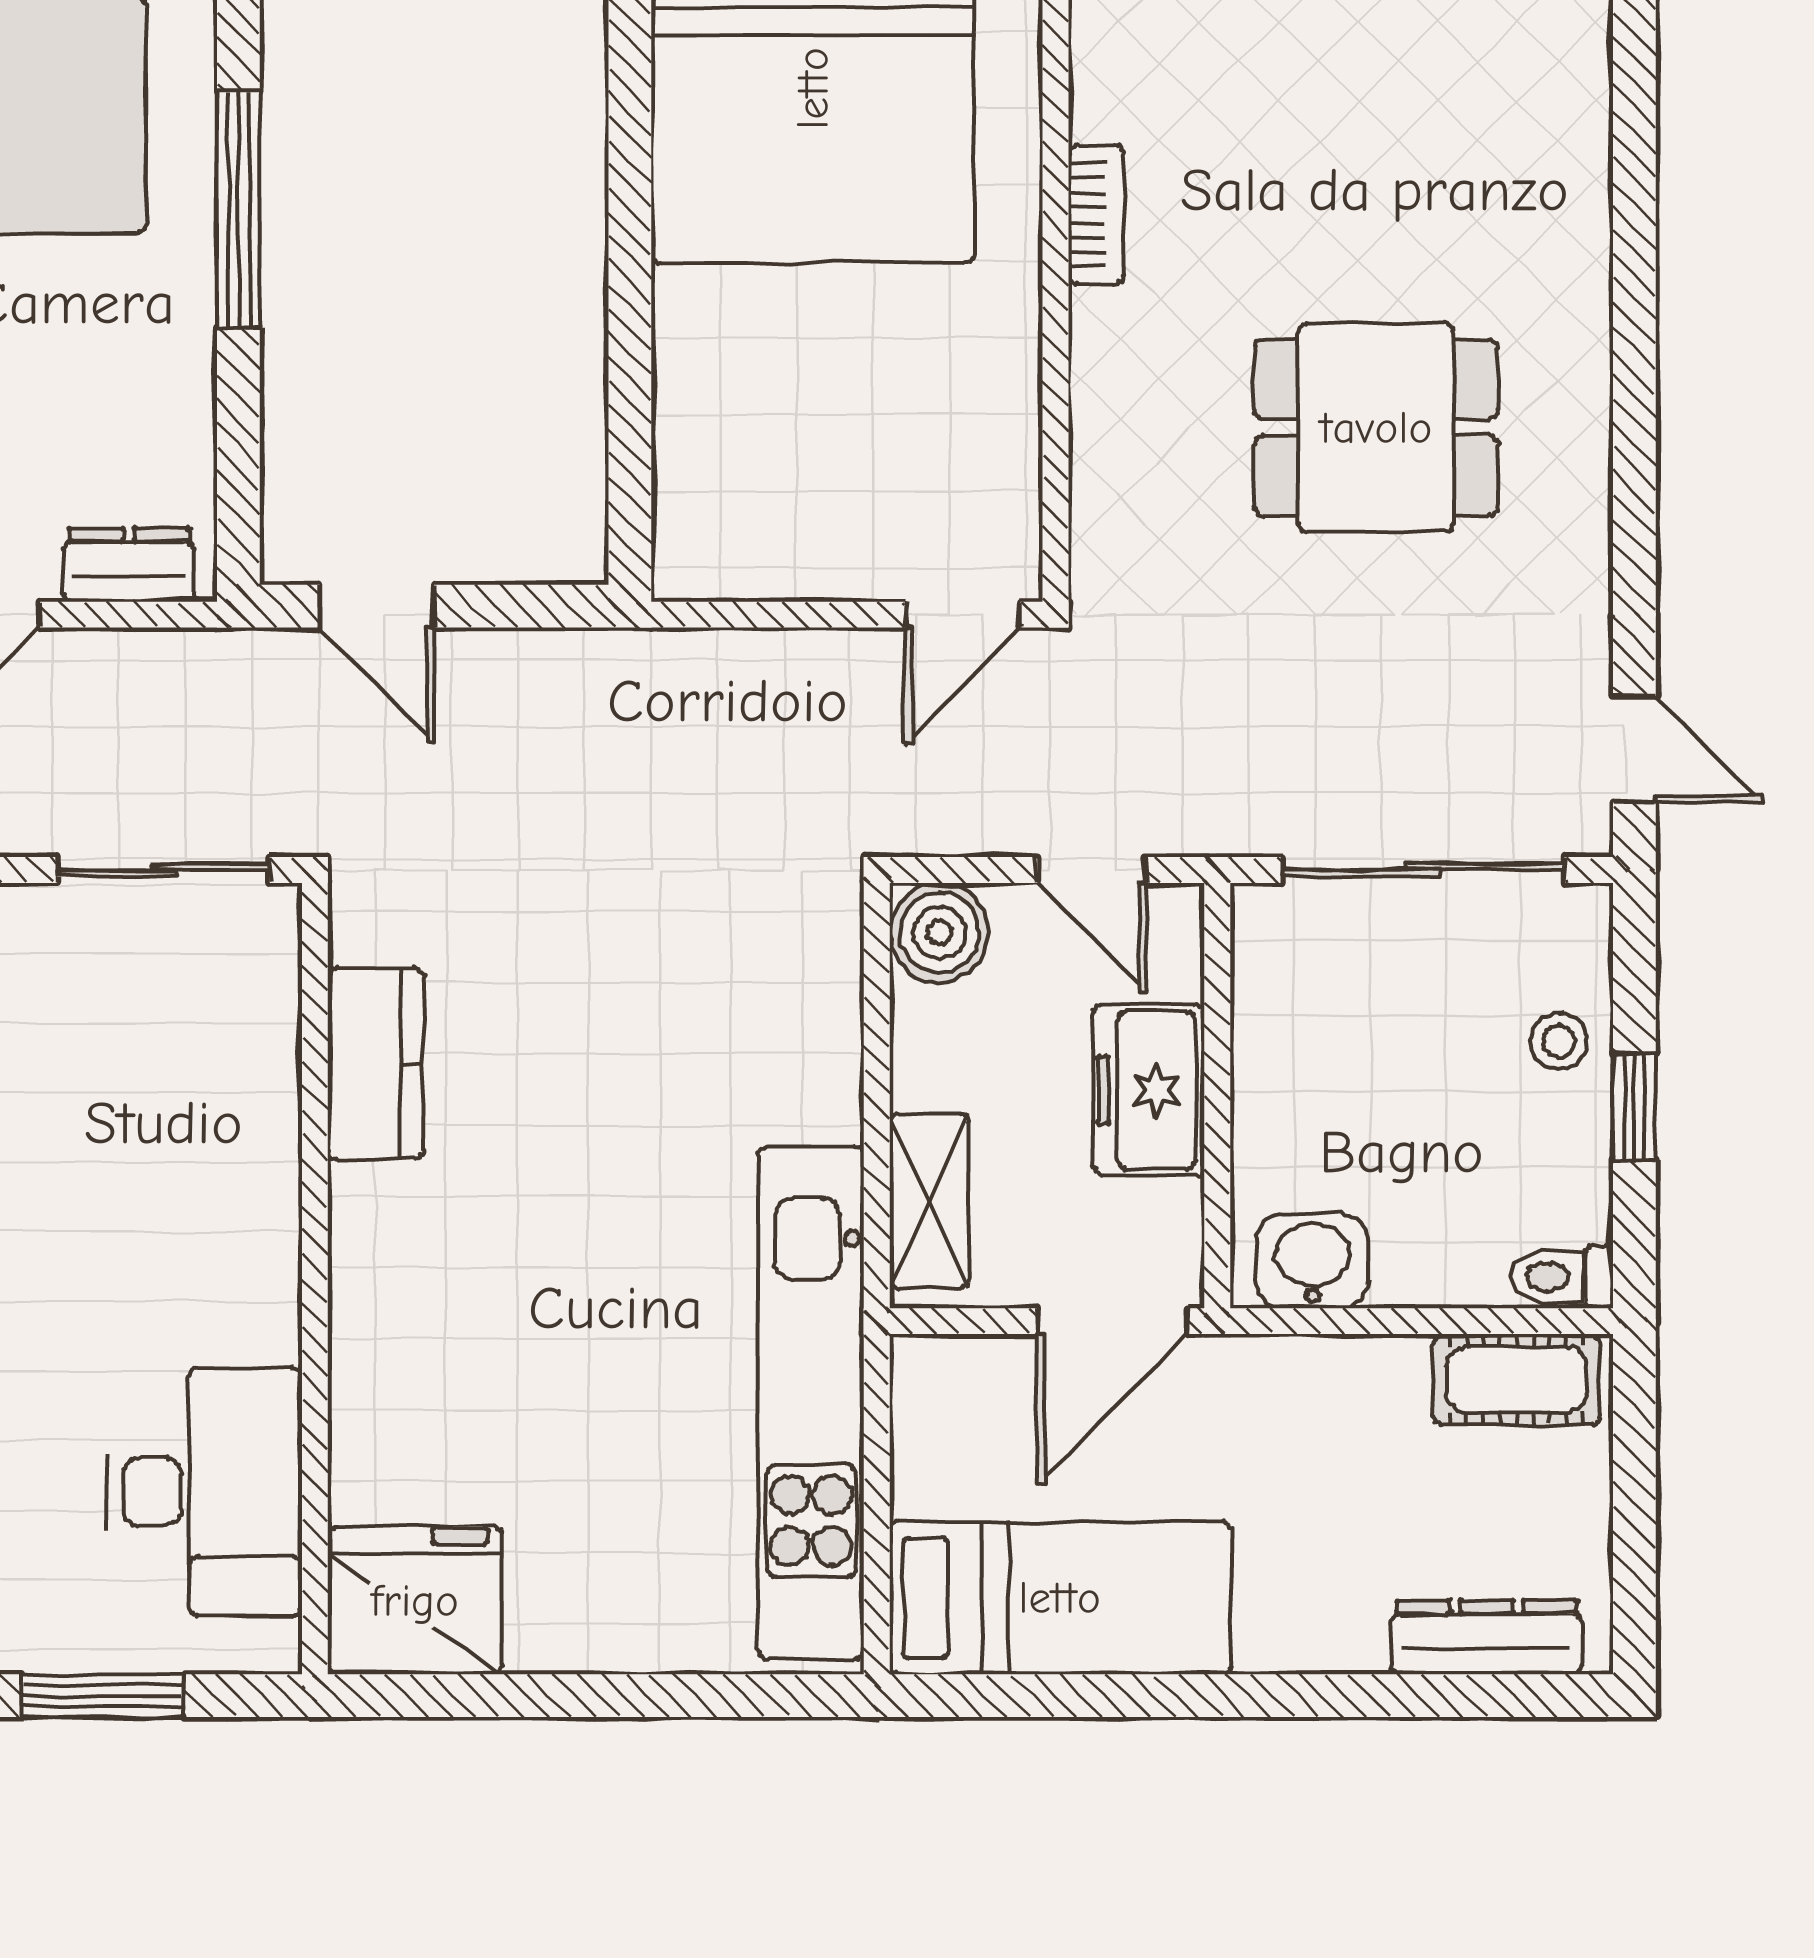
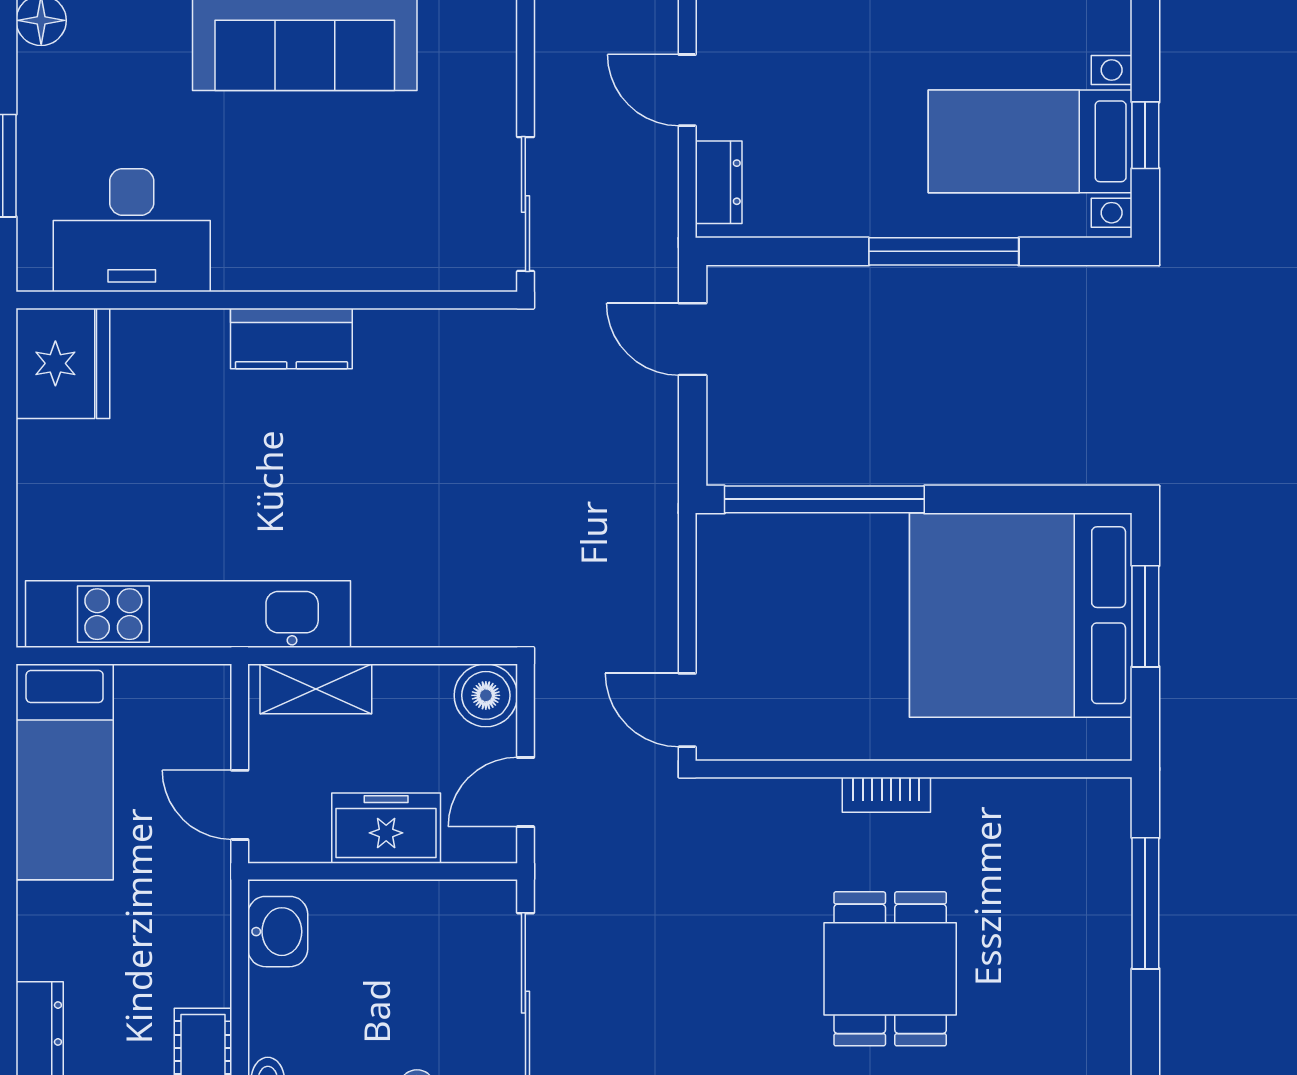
bookcase: (1096, 215) -> (886, 795), moved
window: (630, 398) -> (824, 499), added
dining table: (1376, 428) -> (890, 969), moved
door: (377, 606) -> (693, 339), hinge flipped
kitchen counter: (376, 1063) -> (291, 338), moved
door: (1112, 1321) -> (240, 805), width x0.73

